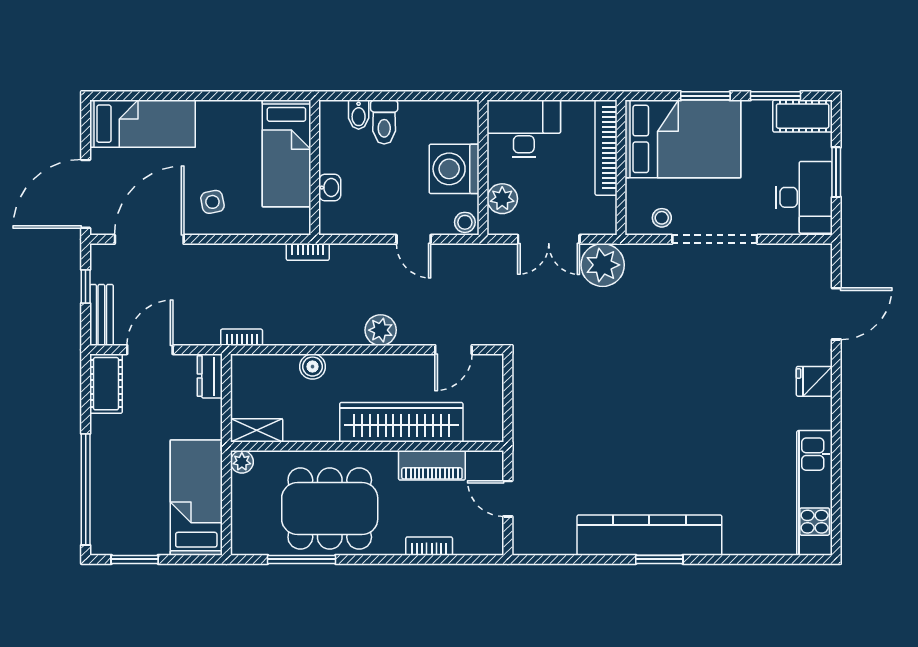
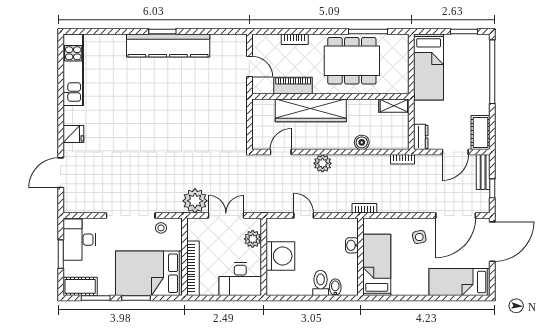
stool: (465, 222) -> (274, 225), removed
plant: (242, 462) -> (402, 88), removed

